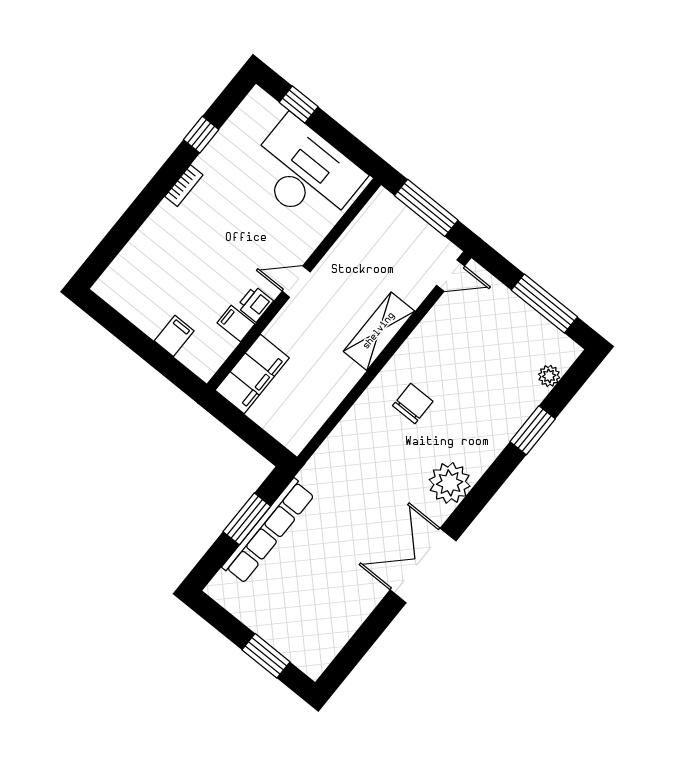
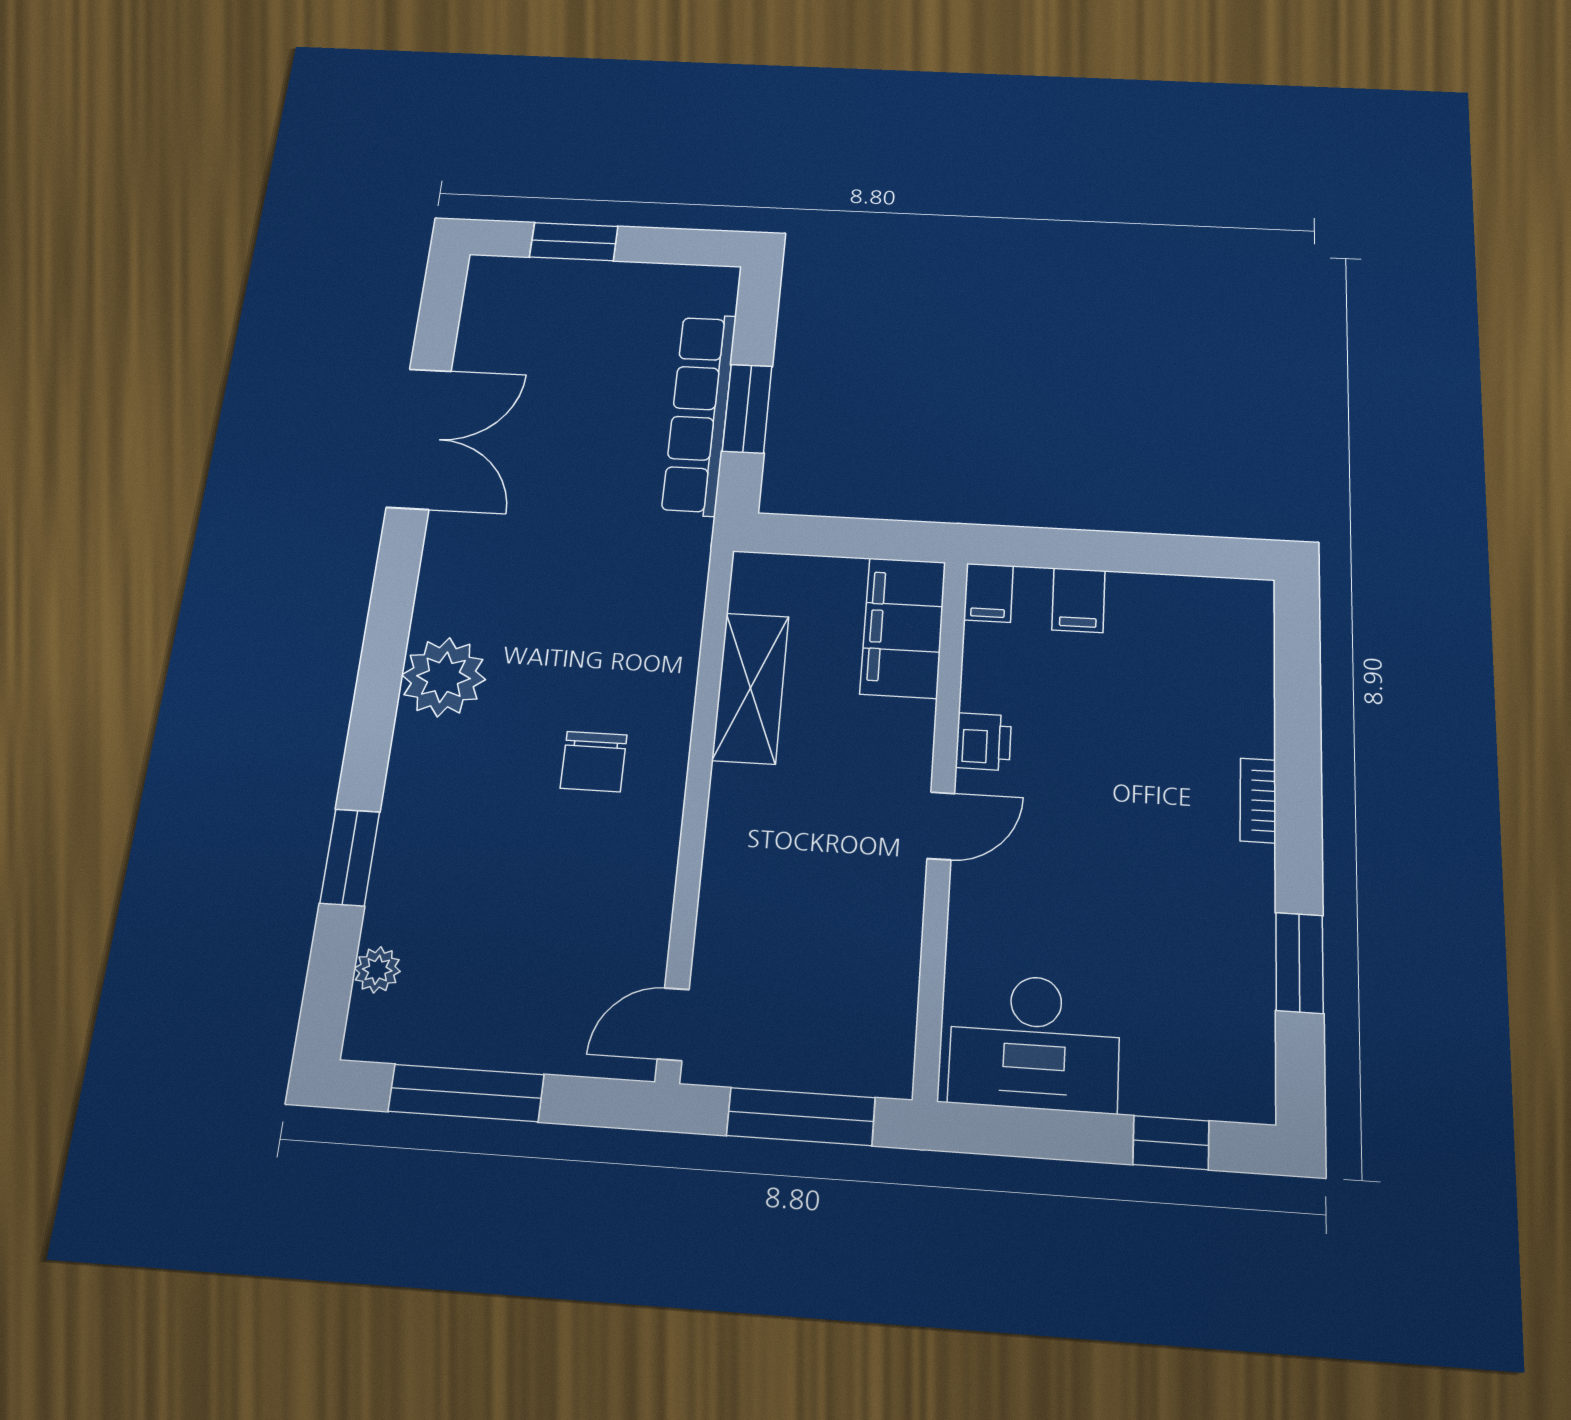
window: (201, 135) -> (1299, 963), width x1.50
desk: (305, 173) -> (1035, 1042), width x0.73, depth x0.77
bookcase: (184, 186) -> (1258, 800), moved
filing cabinet: (236, 324) -> (988, 593), moved, turned 90
shelving: (379, 331) -> (751, 688), moved
double door: (423, 565) -> (419, 438), moved

